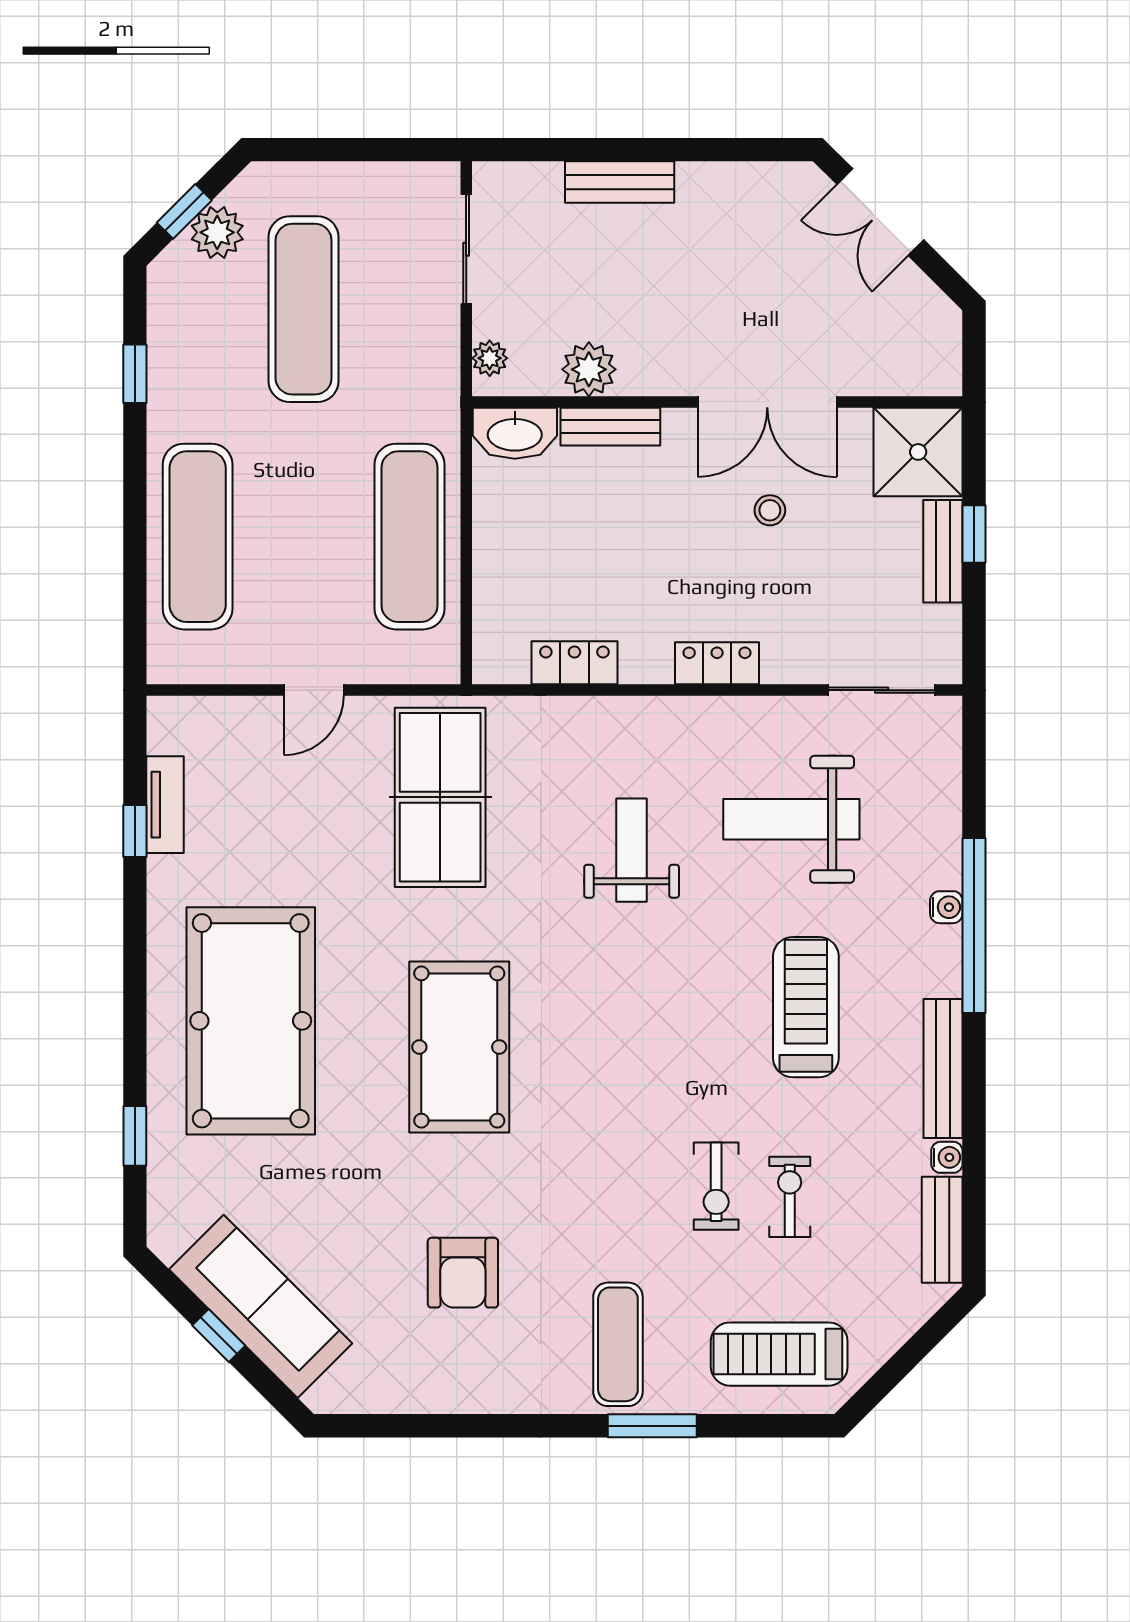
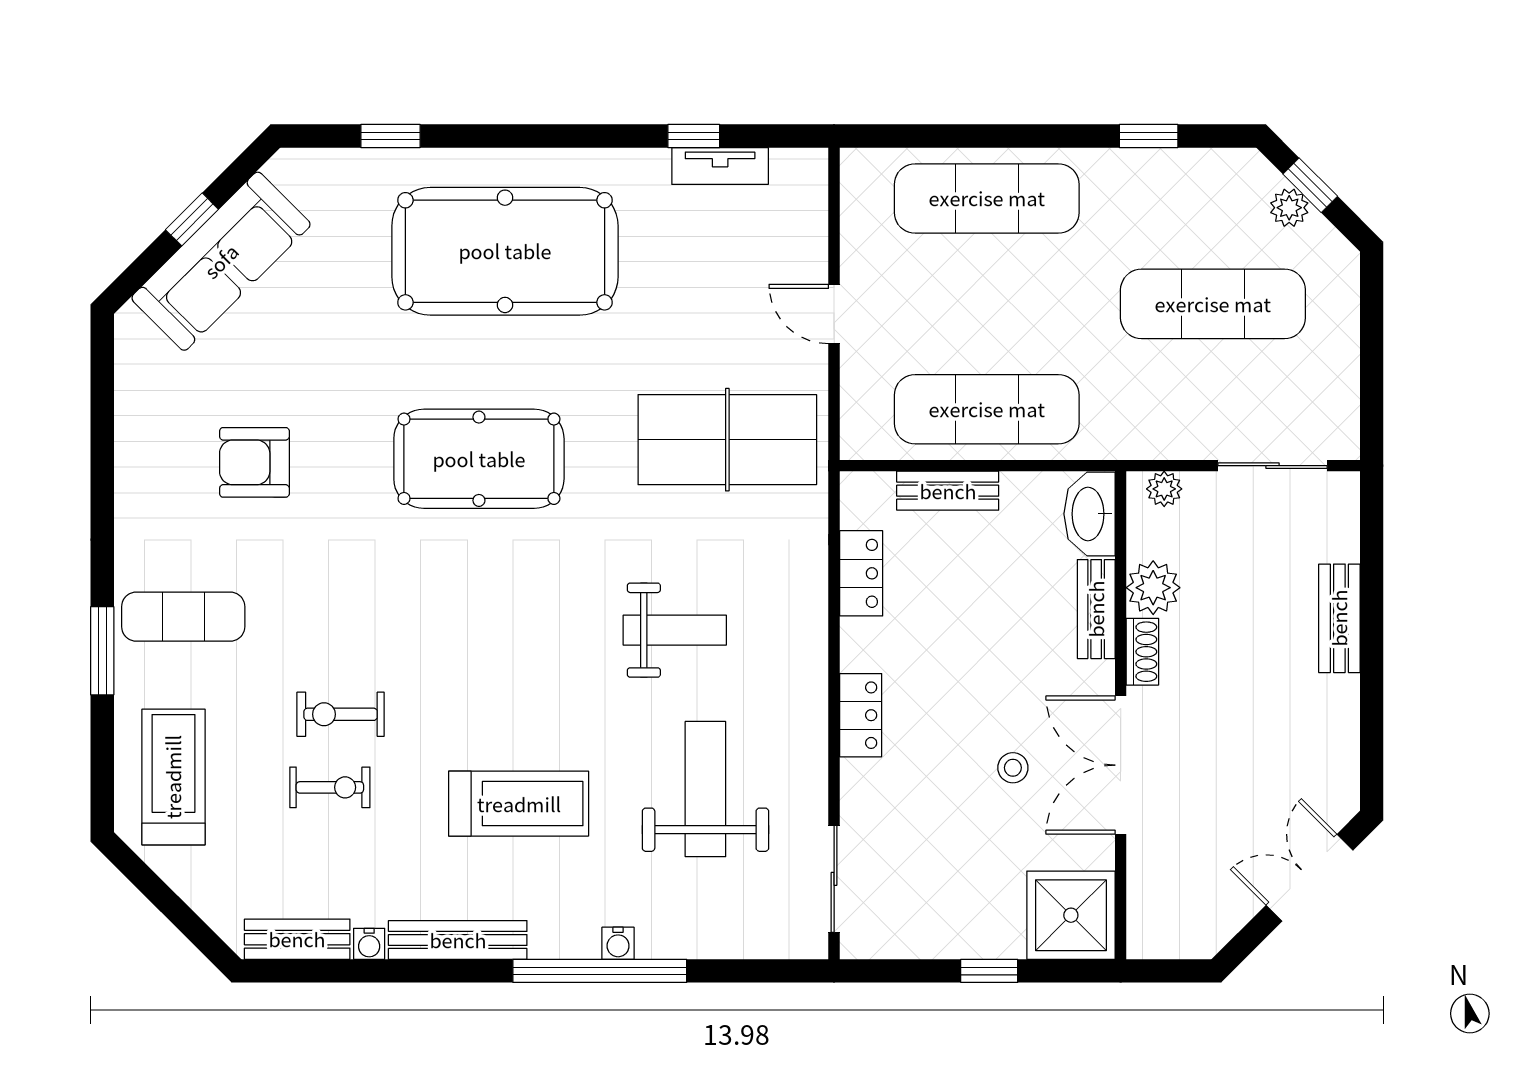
plant: (217, 232) -> (1289, 208), width x0.73, depth x0.73
shoe rack: (653, 380) -> (1142, 652), added
bench: (943, 551) -> (948, 491), moved

